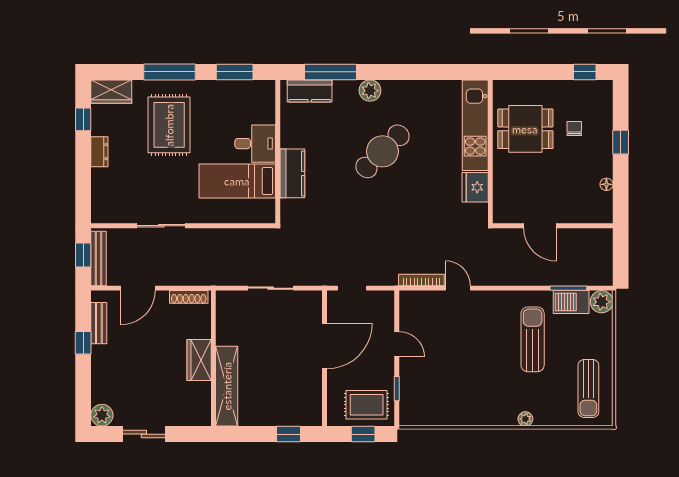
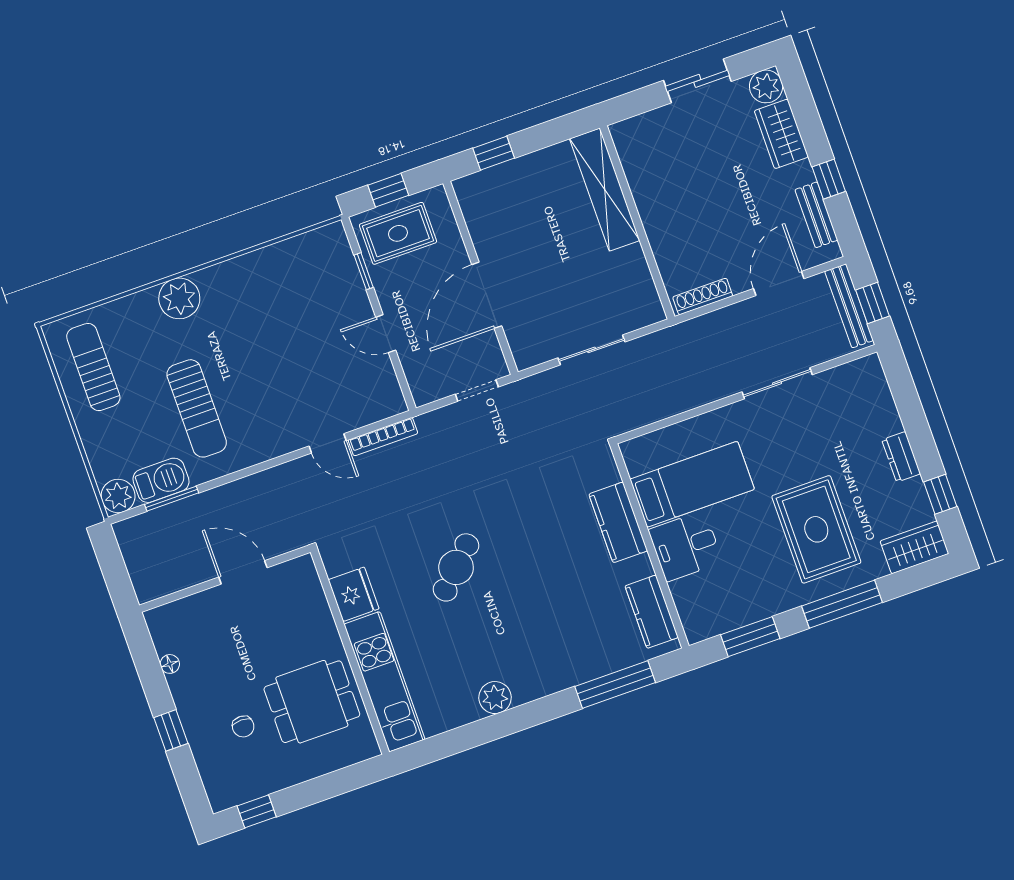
kitchen counter: (310, 91) -> (652, 612), moved, turned -90
plant: (370, 91) -> (495, 698), moved
cafe table: (383, 151) -> (456, 567), moved, width x0.73, depth x0.74
wardrobe: (199, 360) -> (781, 134), moved, turned 180
plant: (525, 419) -> (179, 298), width x1.88, depth x1.88

